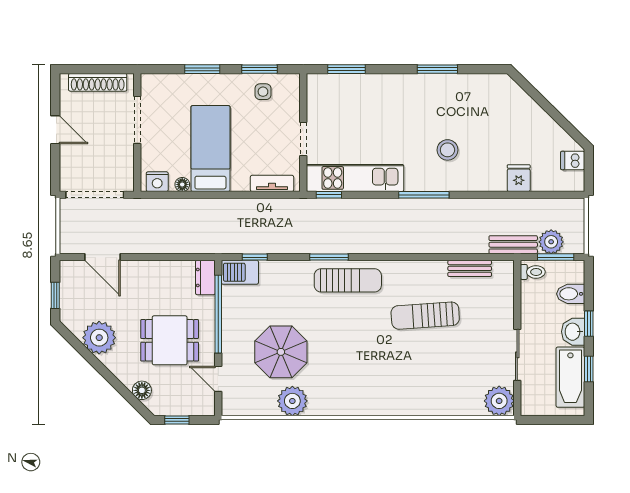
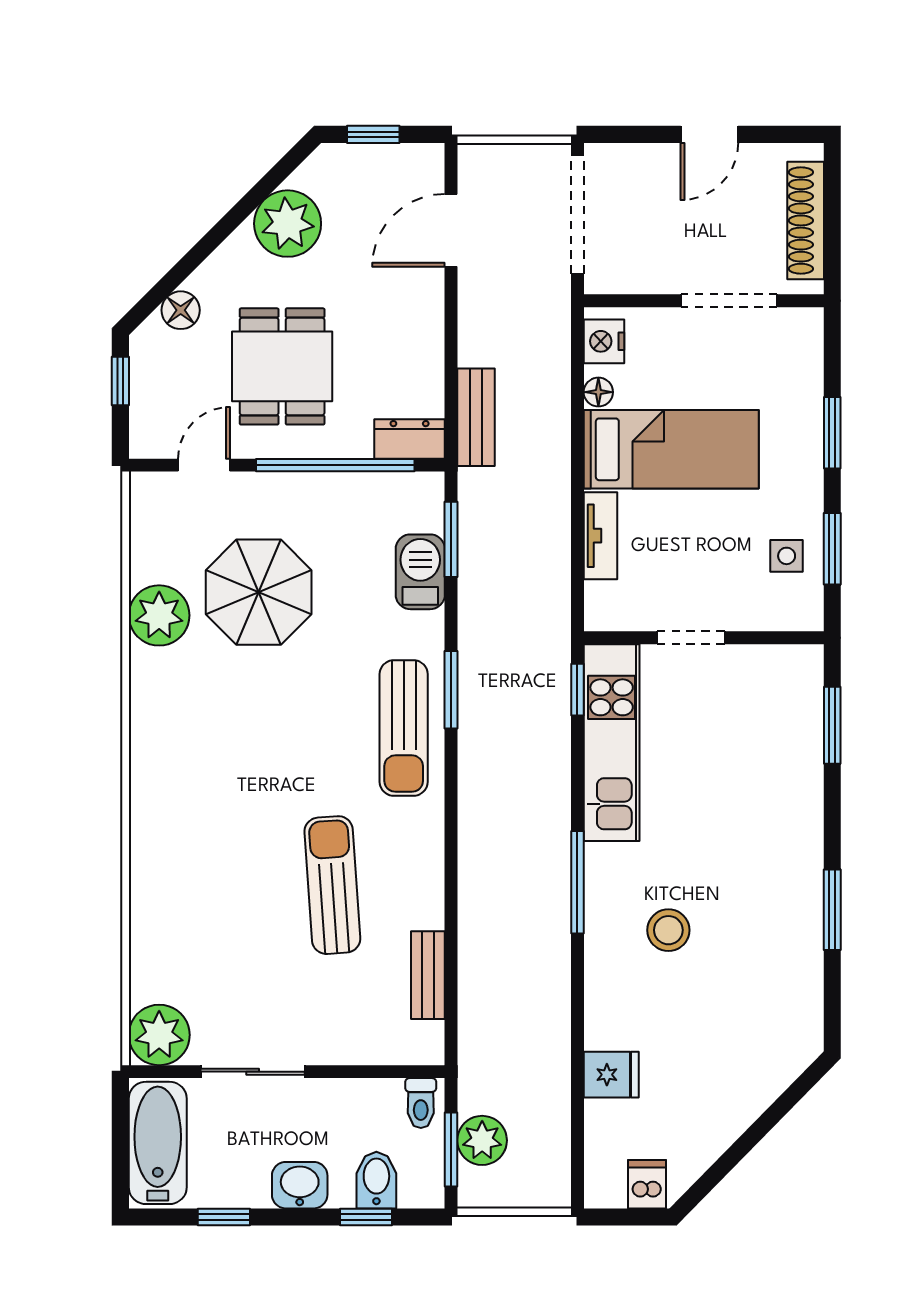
tv unit: (272, 183) -> (600, 536), moved
bench: (513, 245) -> (476, 417), moved
window: (255, 257) -> (451, 539), width x1.50
barbecue: (240, 272) -> (420, 572), moved
window: (589, 324) -> (366, 1217), moved
bathtub: (570, 377) -> (158, 1143), moved, turned 90

